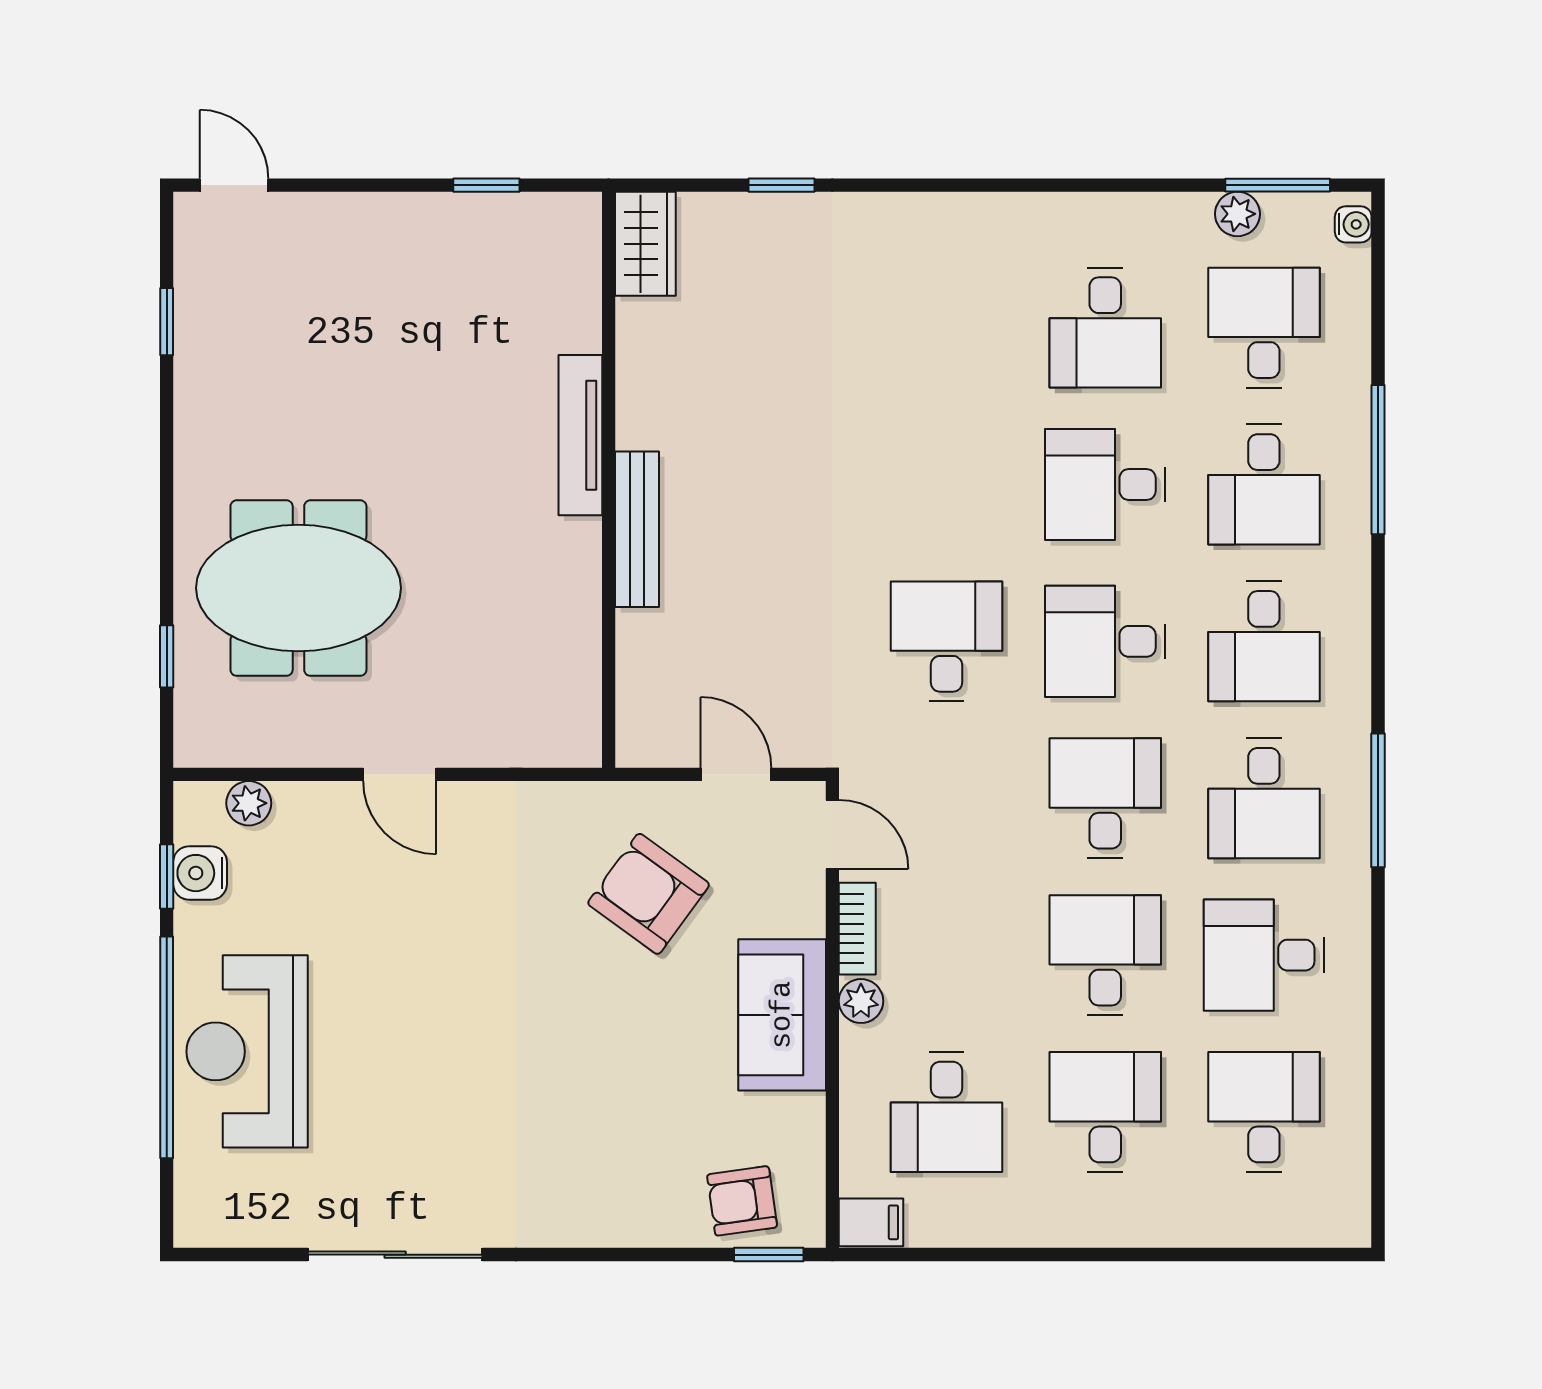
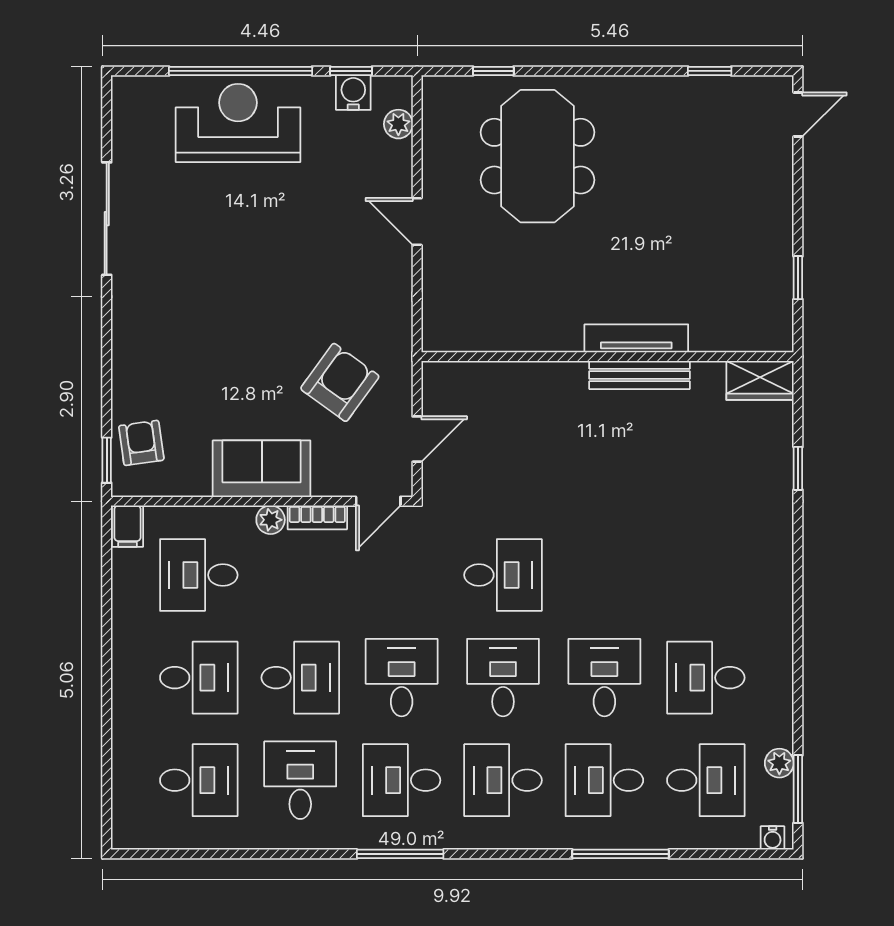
bench: (637, 529) -> (639, 375), moved
door: (400, 774) -> (417, 222), hinge flipped
desk: (1105, 798) -> (402, 678), turned -90

